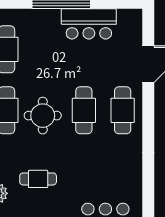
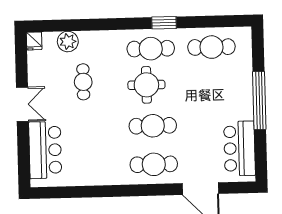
bar counter: (89, 24) -> (240, 148), moved

